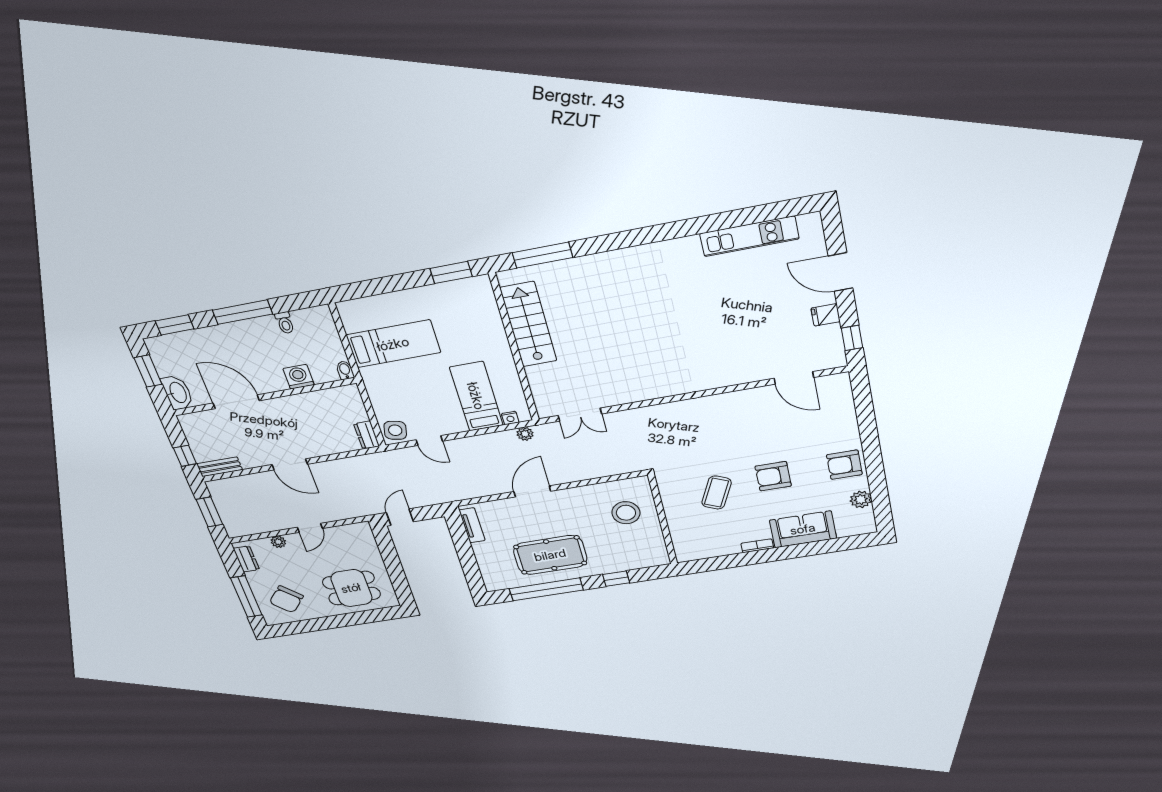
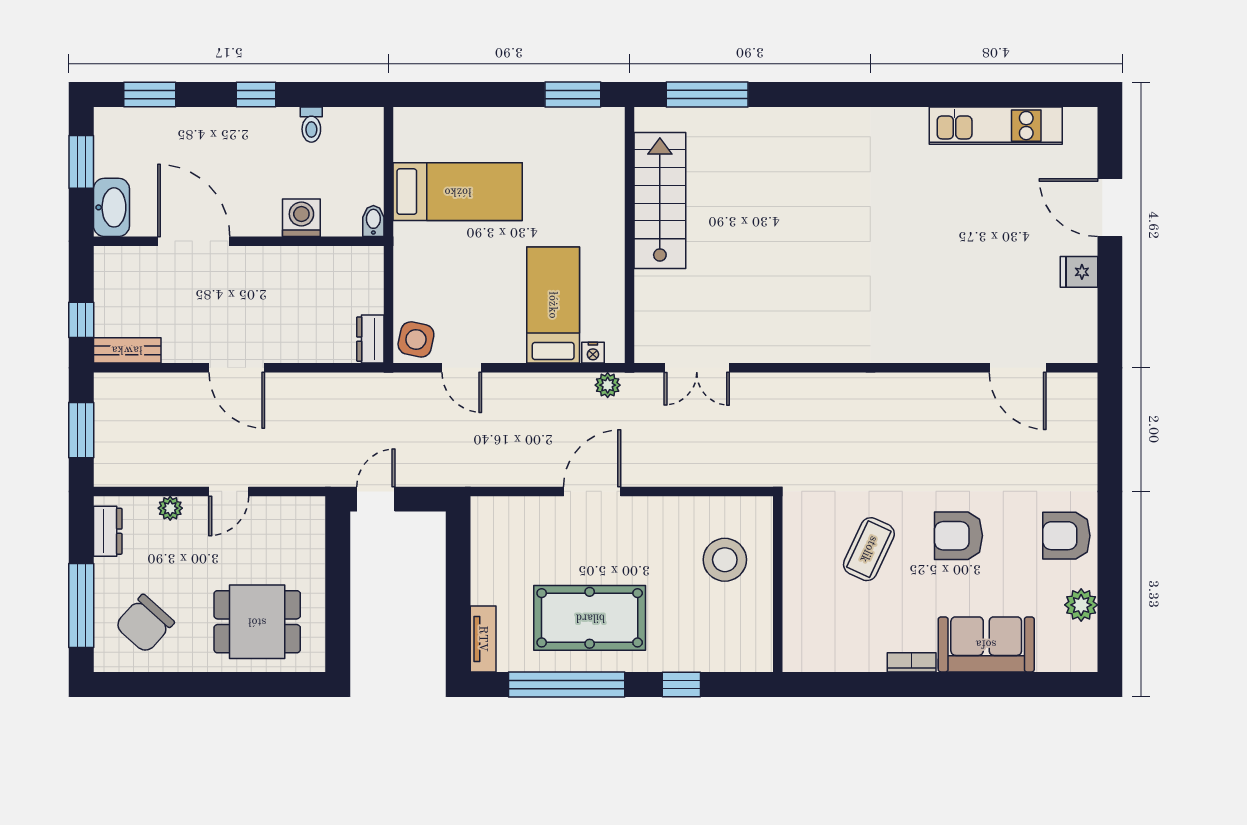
window: (243, 312) -> (256, 94), width x0.46
window: (852, 338) -> (1110, 317), removed
tv unit: (472, 525) -> (483, 639), moved

